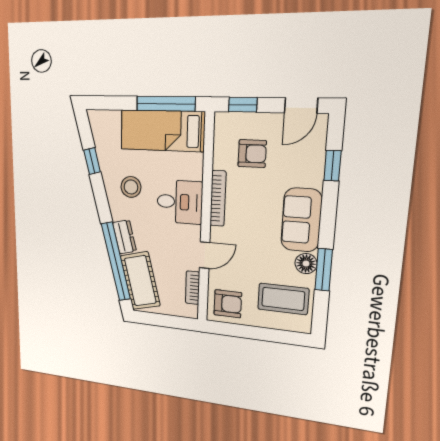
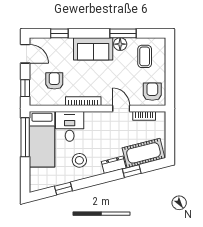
desk: (180, 202) -> (70, 126), moved
window: (116, 262) -> (132, 171), width x0.32
coffee table: (283, 299) -> (145, 56), width x0.73, depth x0.77

